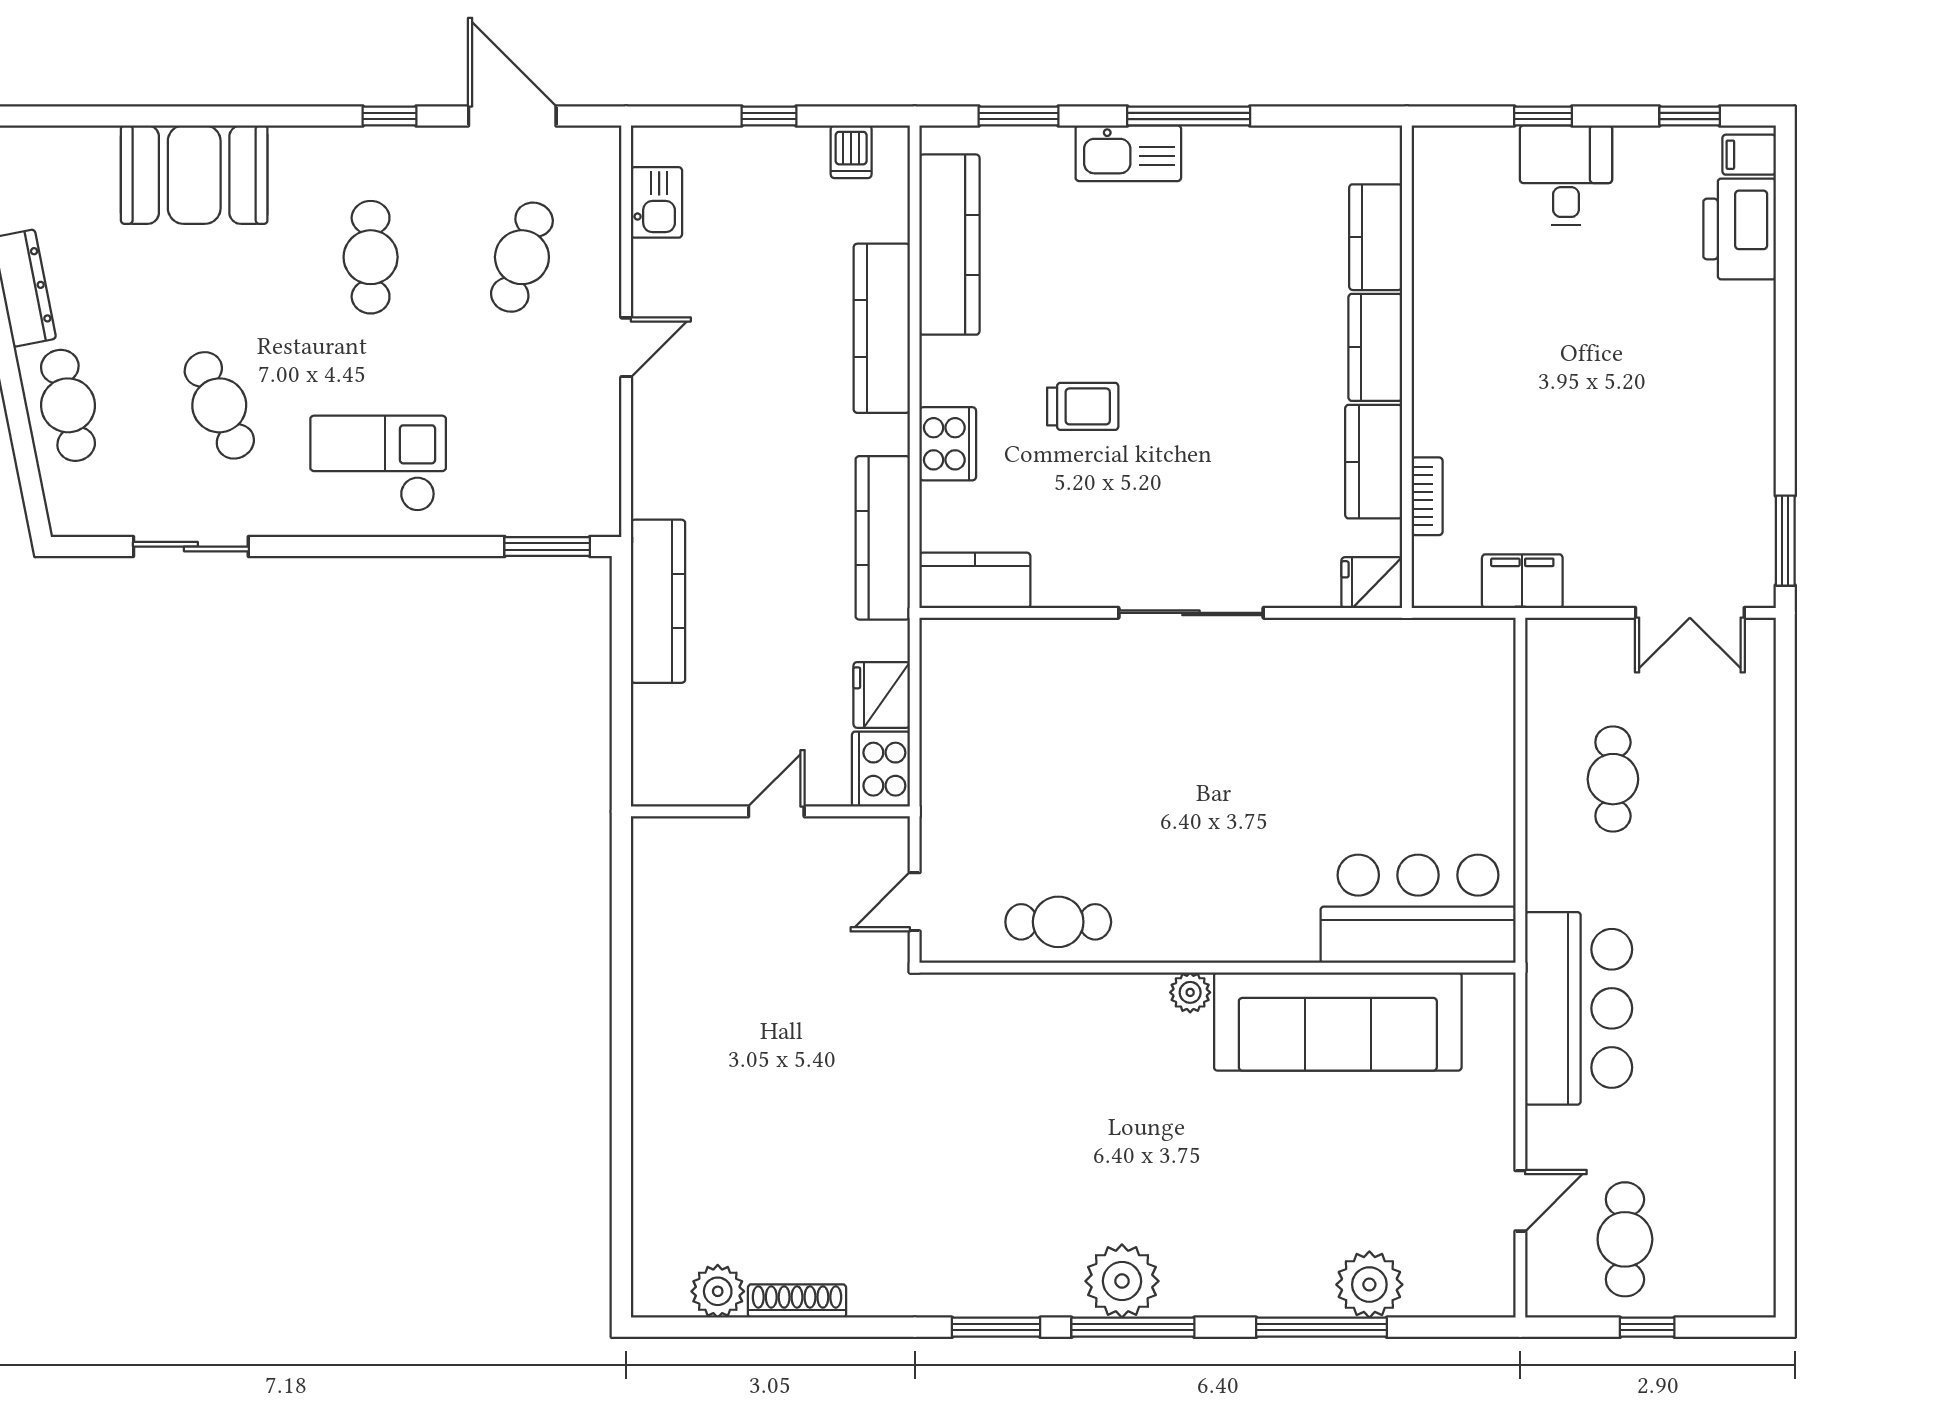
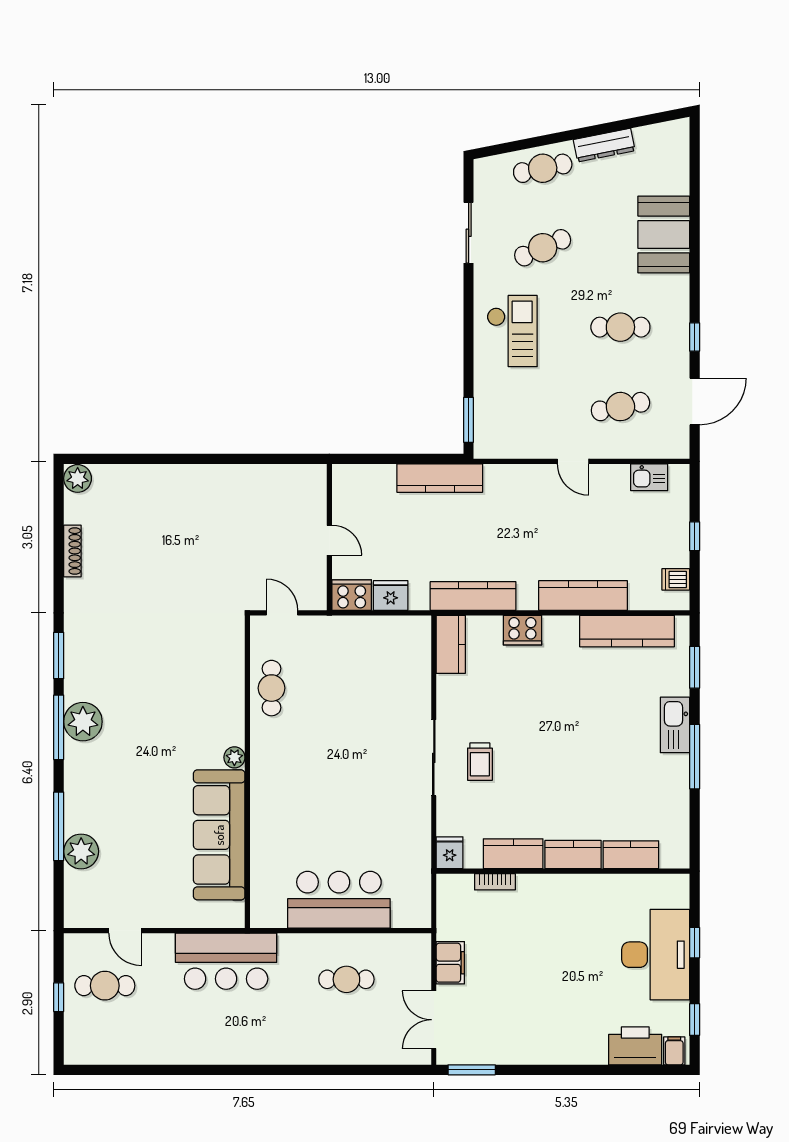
desk: (1566, 175) -> (656, 955), width x1.87, depth x1.30
cafe table: (522, 257) -> (620, 407), turned -30
trolley: (1083, 406) -> (480, 762), moved
filing cabinet: (1522, 581) -> (450, 963), moved
bar counter: (1418, 909) -> (339, 900), moved, turned -90
plant: (718, 1291) -> (78, 478), moved

